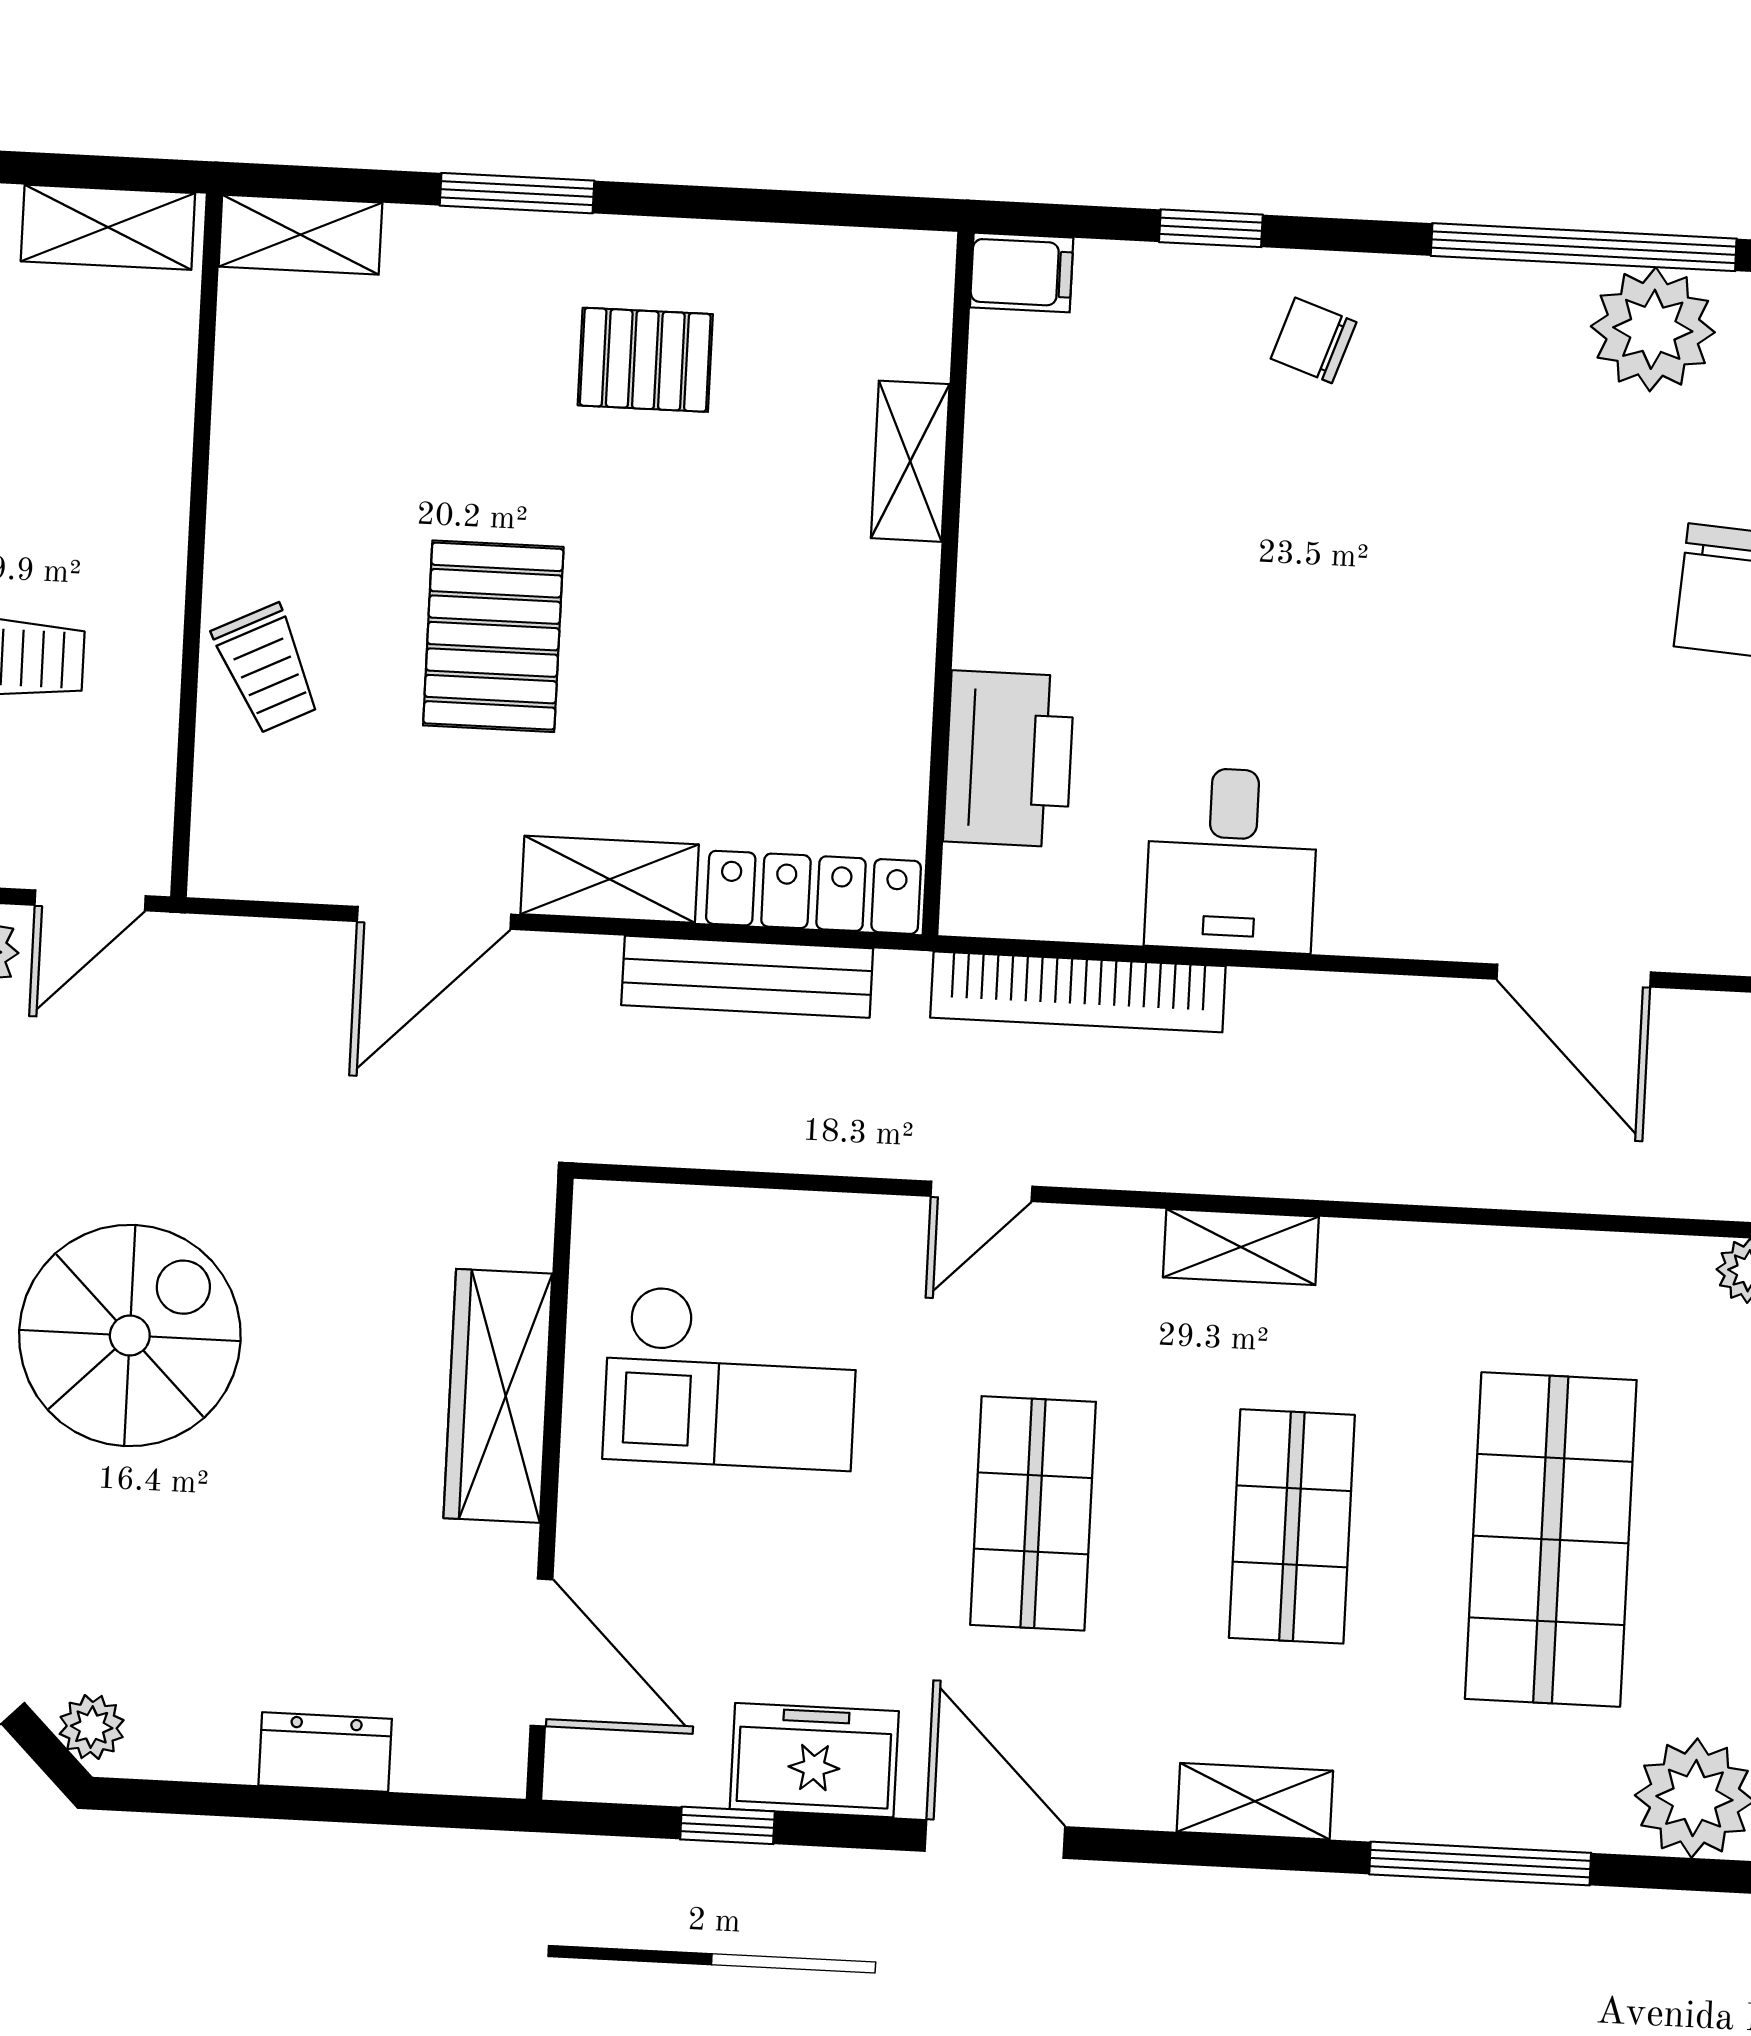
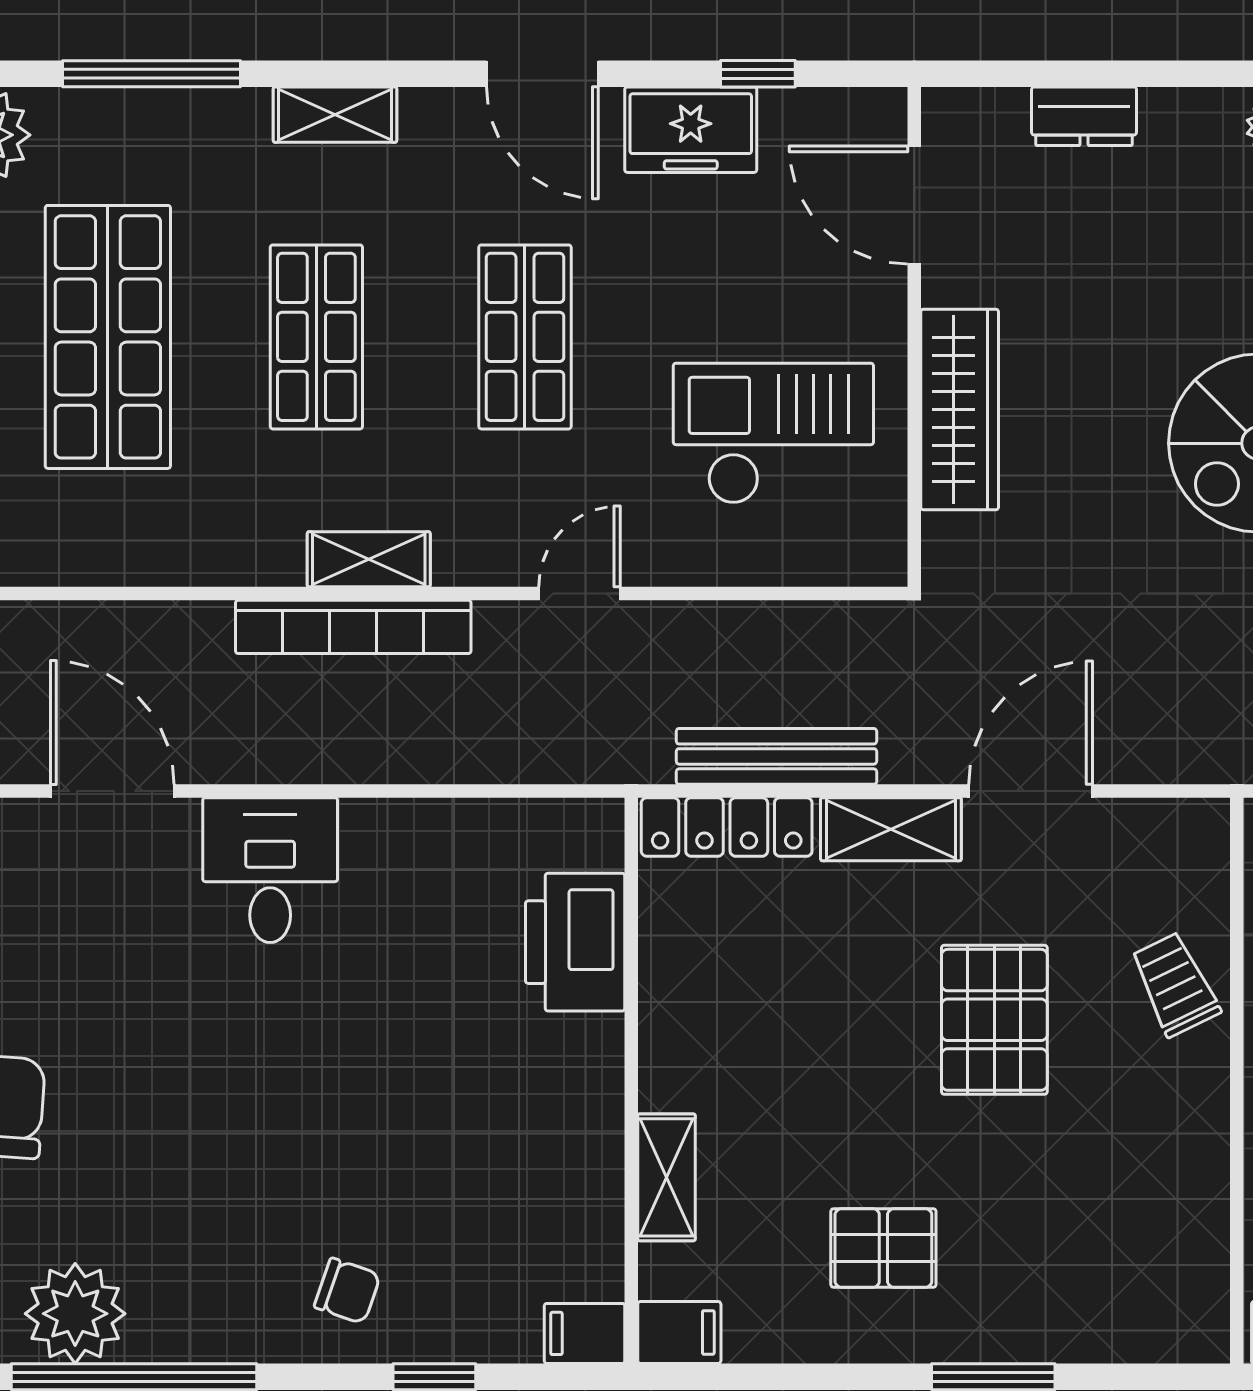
shelving: (300, 235) -> (1166, 1335), removed
filing cabinet: (904, 268) -> (679, 1332), added
desk: (1232, 860) -> (270, 870), moved
bookcase: (1078, 992) -> (353, 627), moved, turned 180

